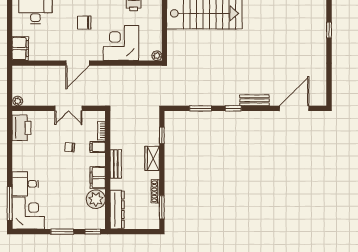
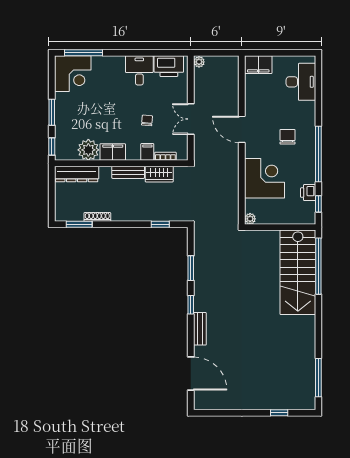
wardrobe: (152, 158) -> (159, 174), moved, turned 180
desk: (25, 184) -> (139, 70), moved

